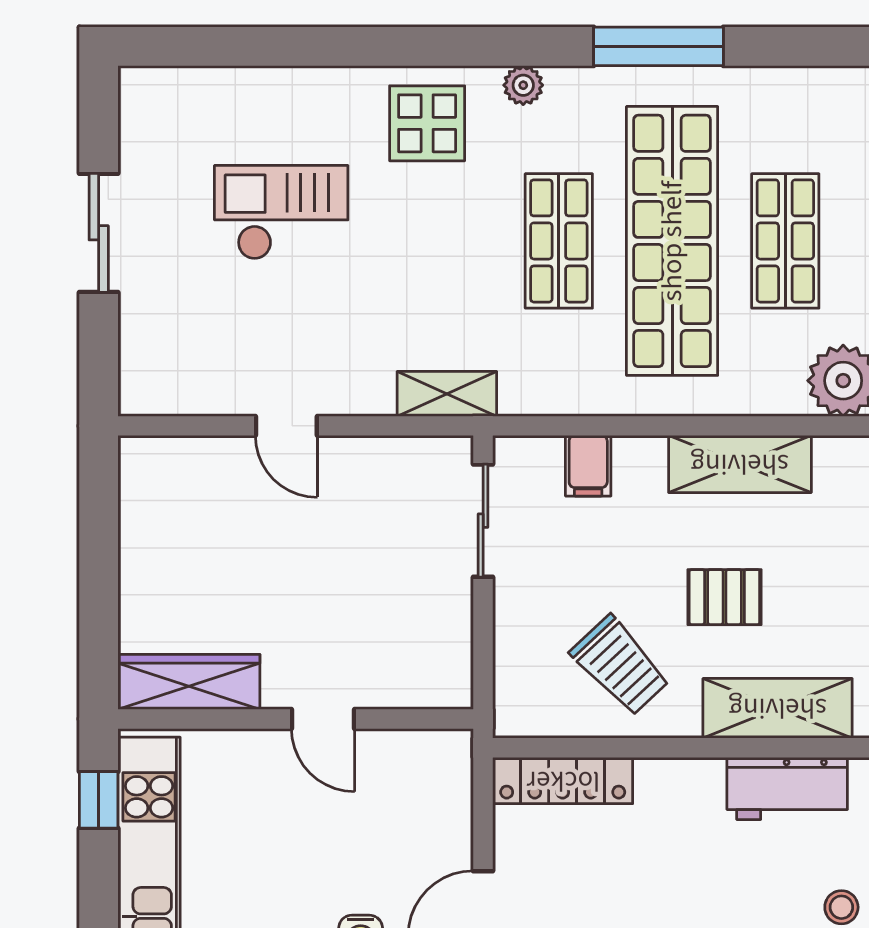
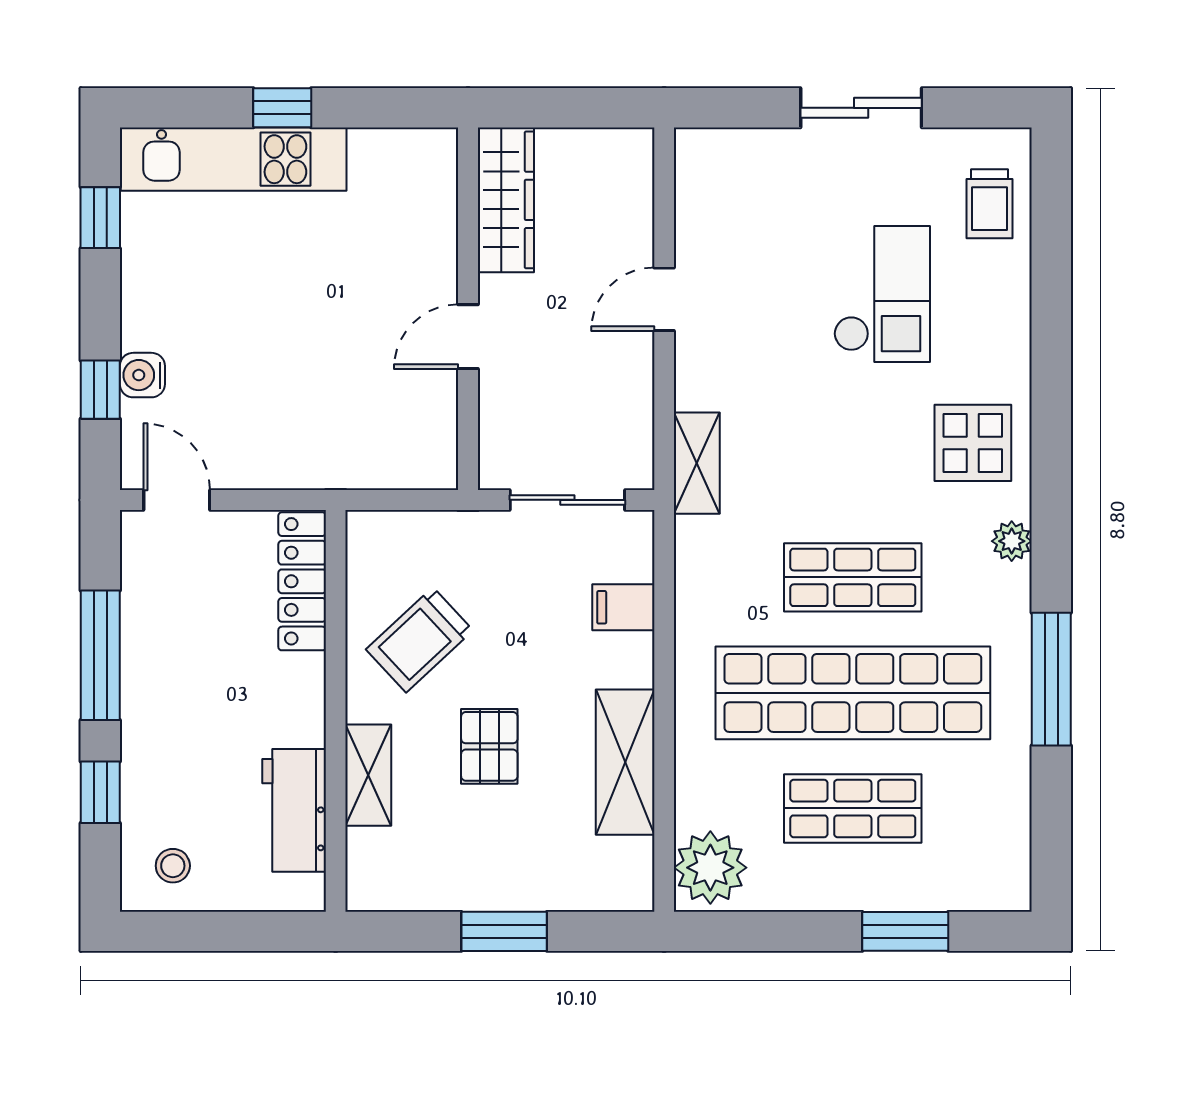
trolley: (193, 107) -> (990, 204), added
wardrobe: (189, 682) -> (506, 200), moved
shelving: (778, 708) -> (368, 775), width x0.67, depth x0.75
wall: (296, 719) -> (468, 309), moved
door: (323, 719) -> (468, 337), moved

